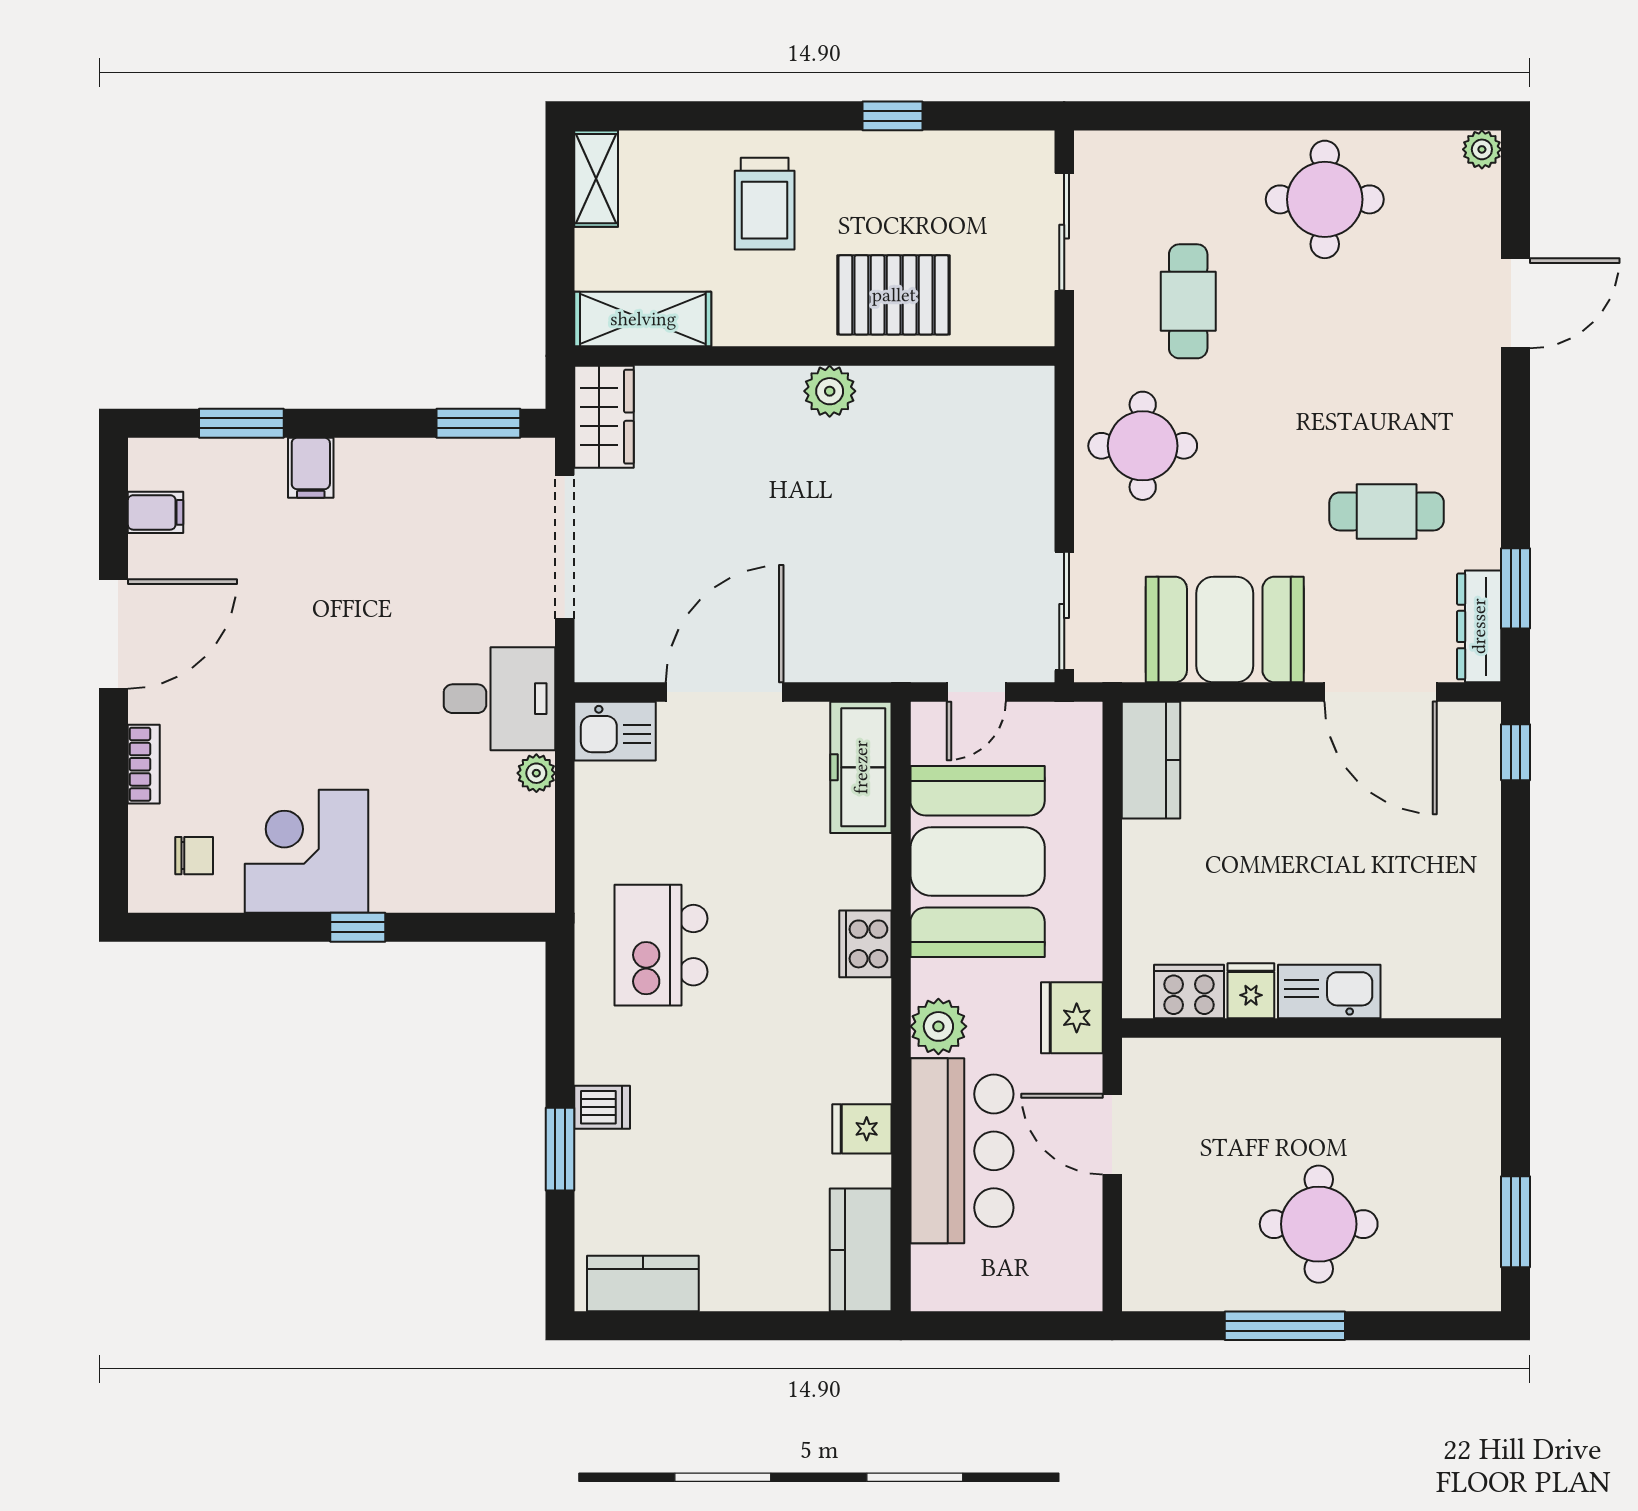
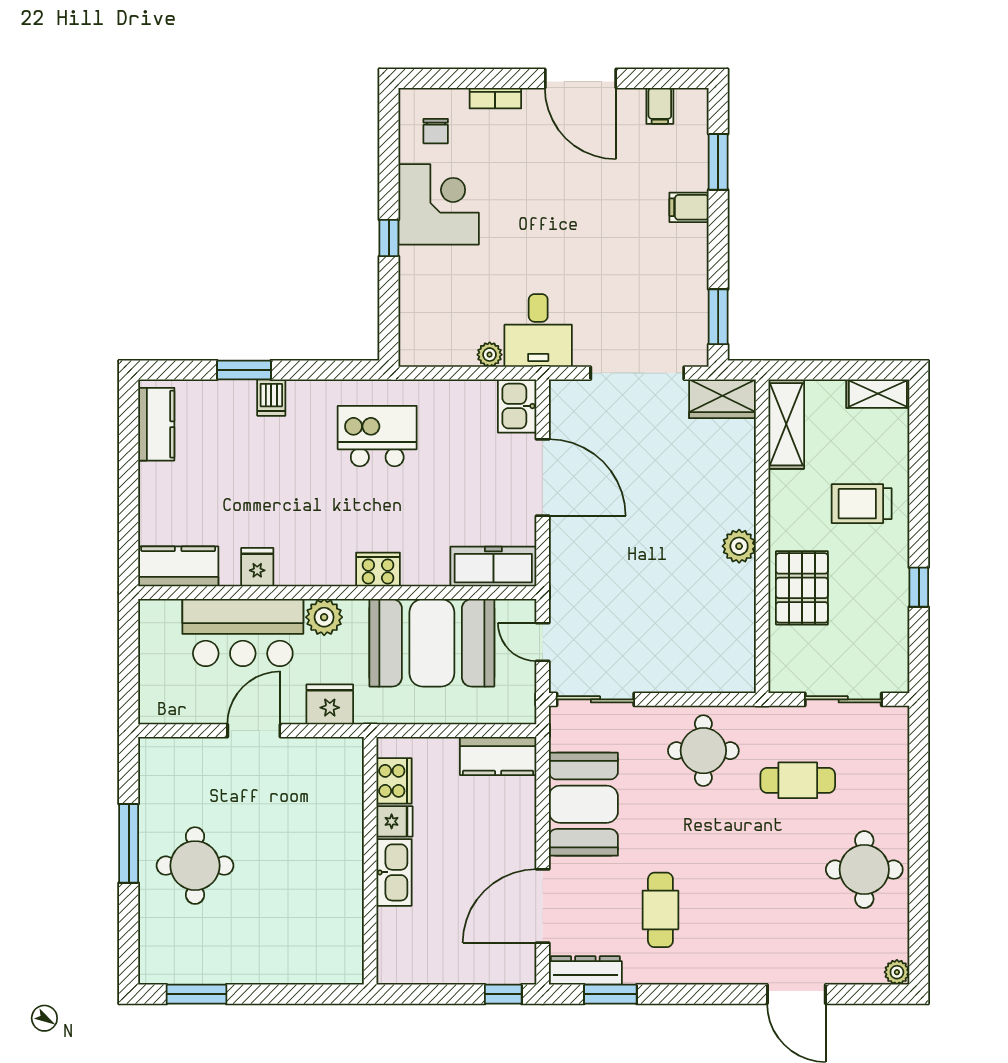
cooker: (1189, 991) -> (394, 781), moved
fridge: (1251, 991) -> (394, 821), moved
kitchen sink: (1329, 992) -> (394, 872), moved
wall: (1311, 1028) -> (370, 861), moved

